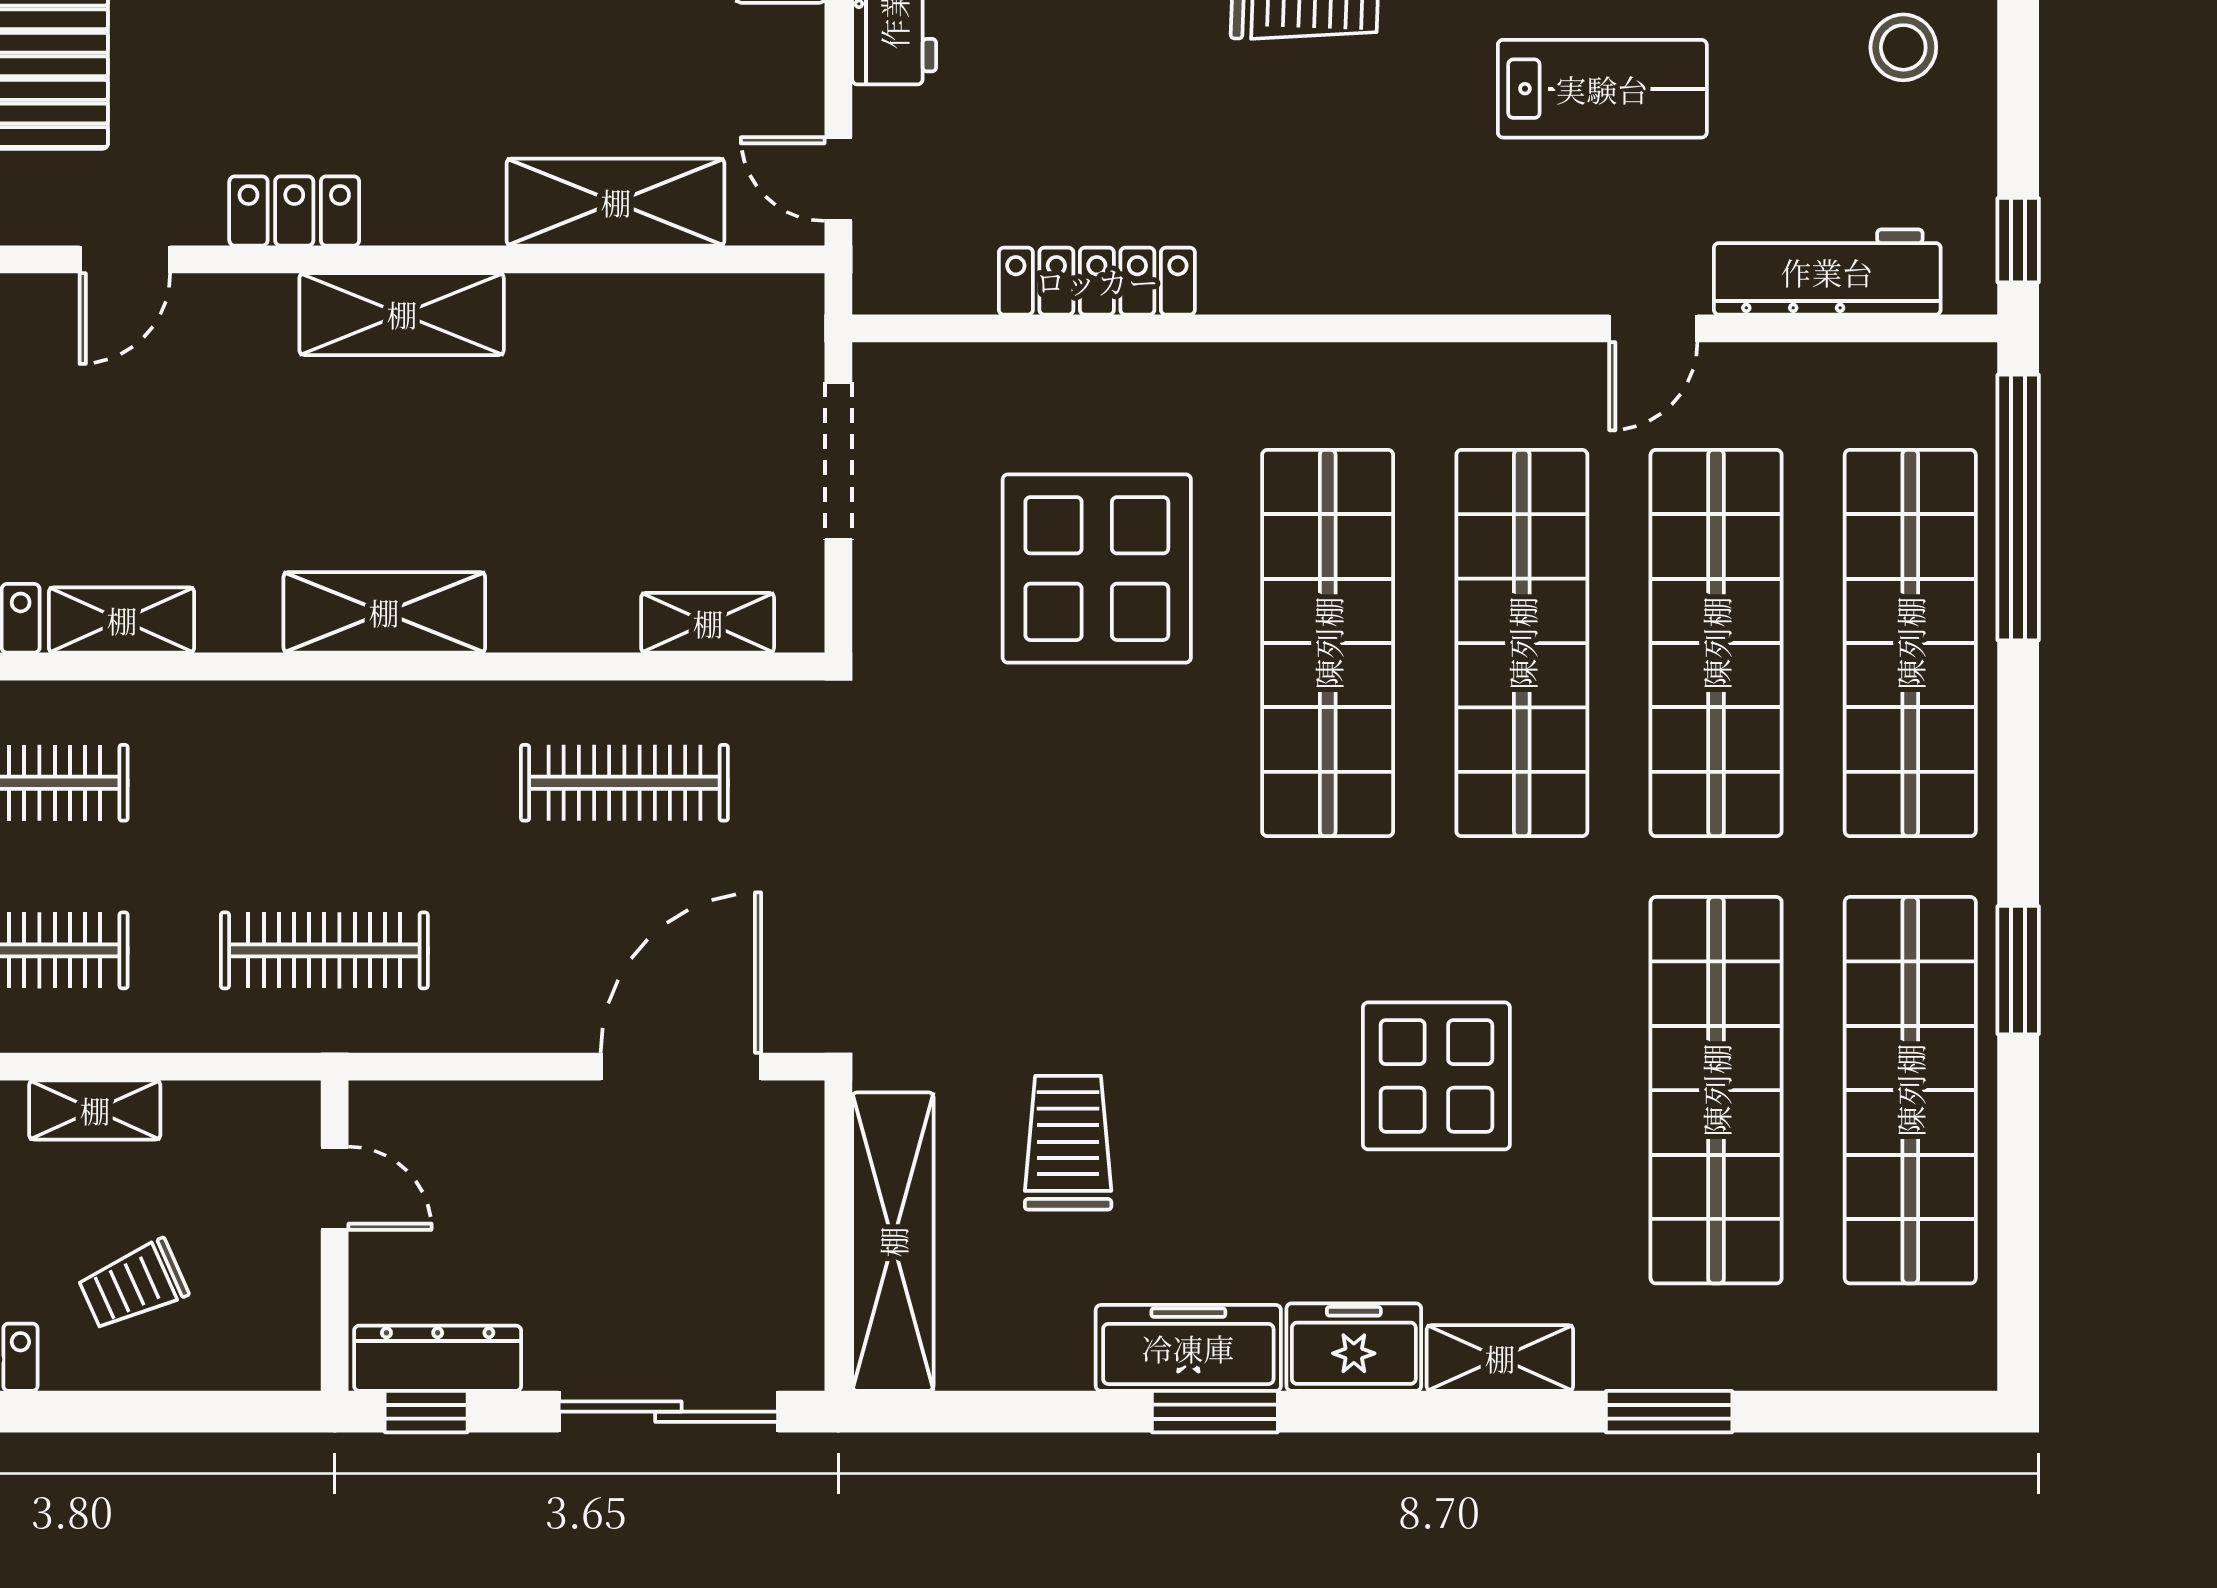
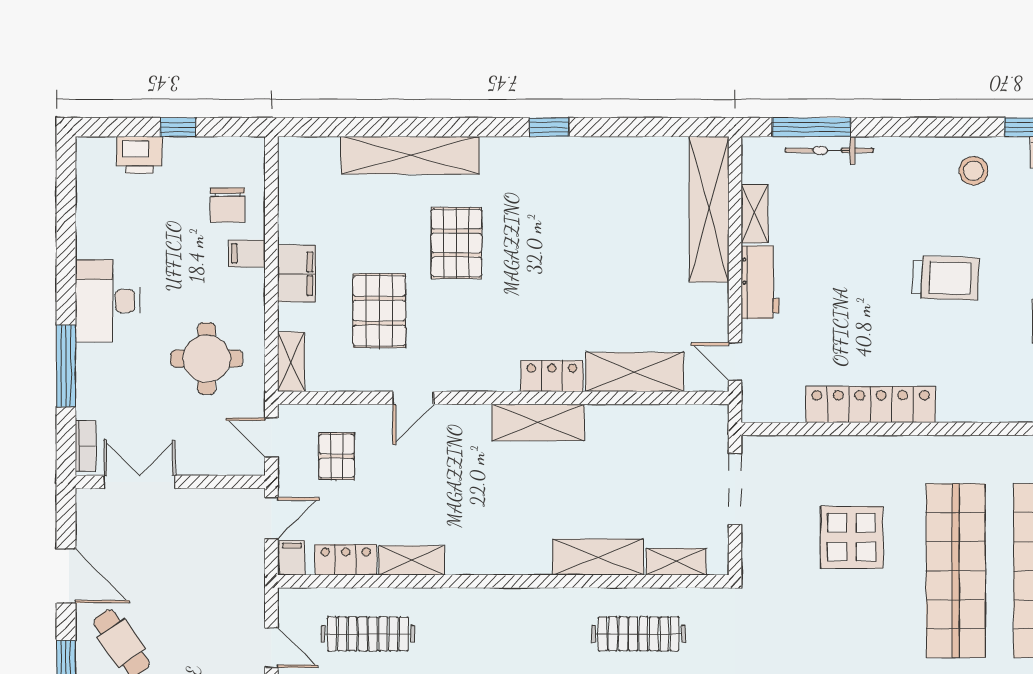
locker: (294, 211) -> (552, 376), moved
locker: (1097, 281) -> (871, 404), width x1.41, depth x1.21
display table: (1097, 569) -> (852, 537), width x0.73, depth x0.73
shelving: (384, 612) -> (598, 557), moved

